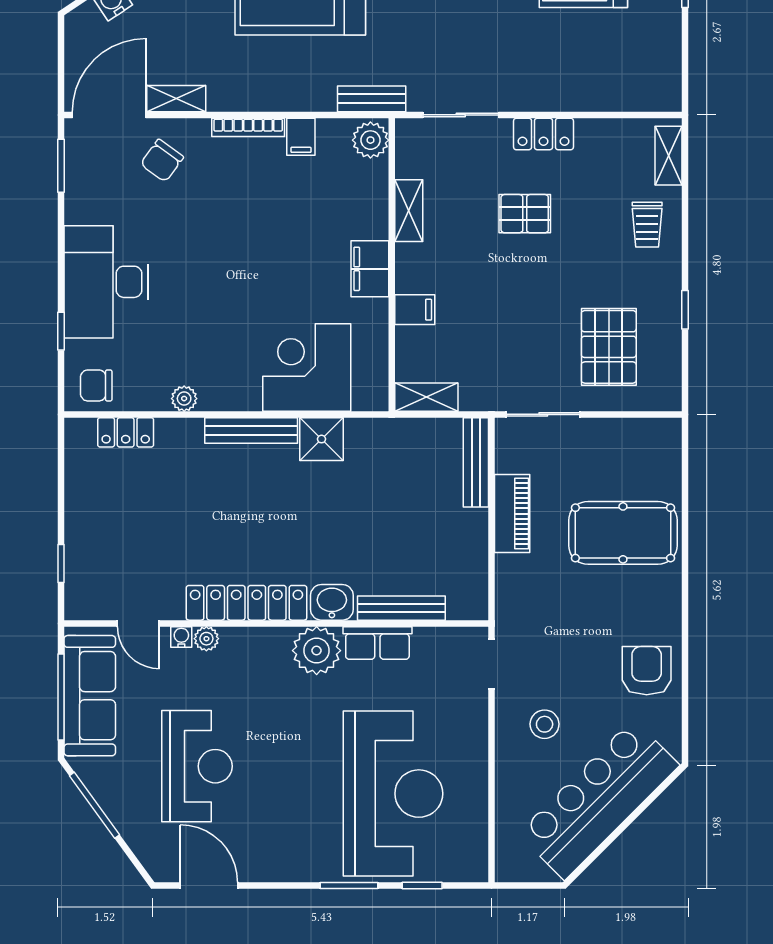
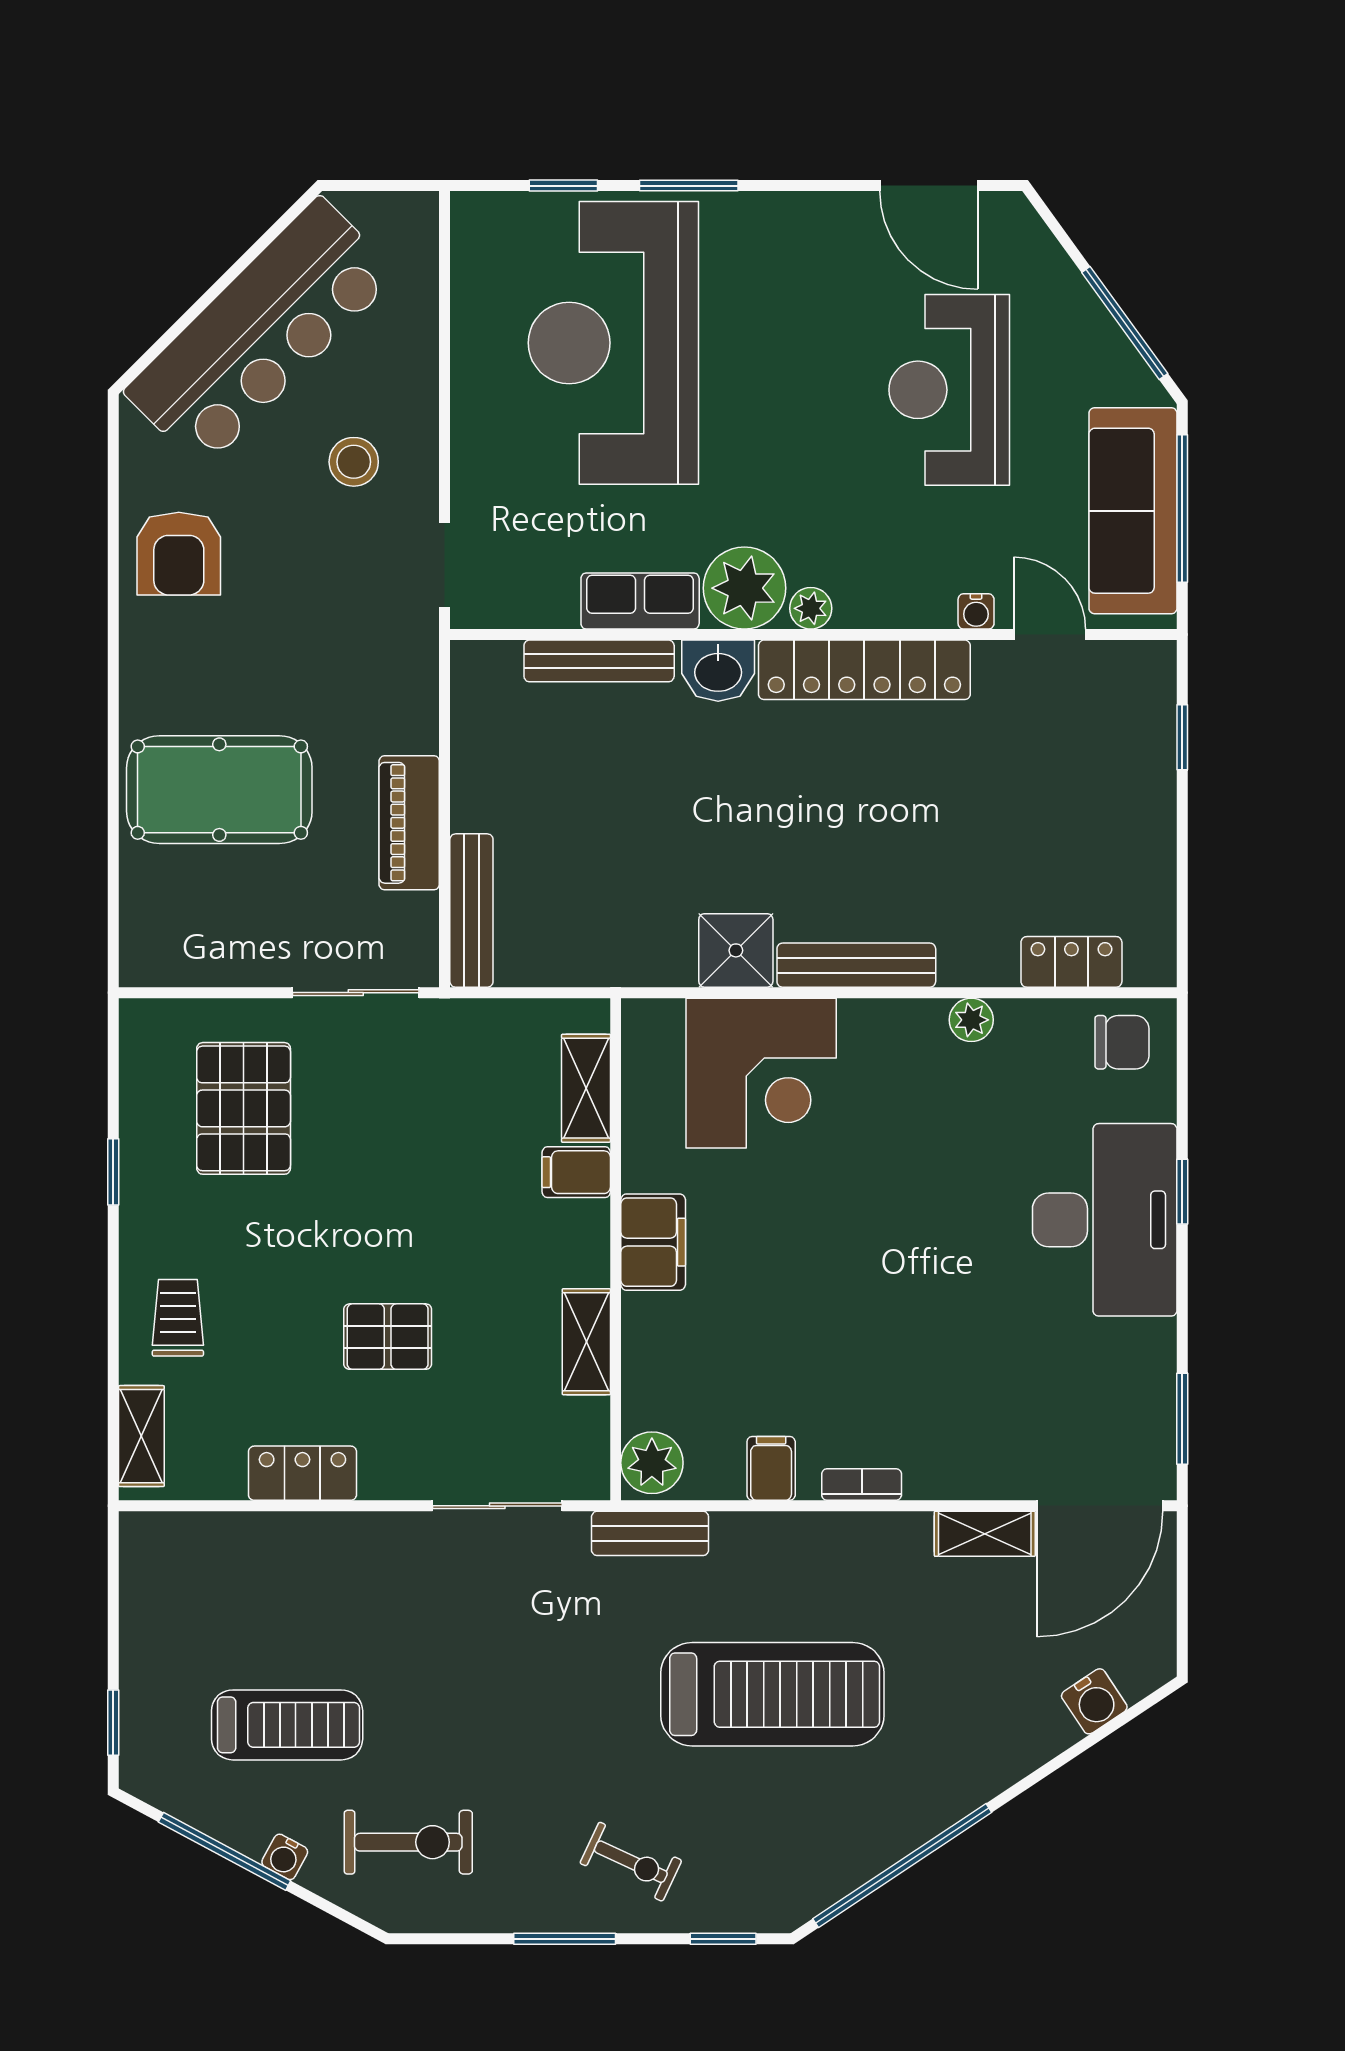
bookcase: (248, 127) -> (862, 1484), width x0.64
locker: (543, 134) -> (302, 1473), moved
chair: (162, 161) -> (1009, 1428), removed
window: (61, 331) -> (1182, 1192), moved
shelving: (426, 397) -> (586, 1088), moved, turned 90
plant: (206, 639) -> (811, 608), moved

